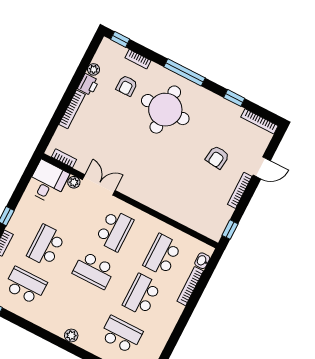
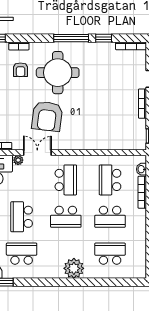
window: (184, 72) -> (71, 38), moved
armchair: (217, 157) -> (47, 116), moved, width x1.88, depth x1.88
school desk: (142, 295) -> (110, 217), turned -90
plant: (71, 335) -> (74, 268), width x1.88, depth x1.88

